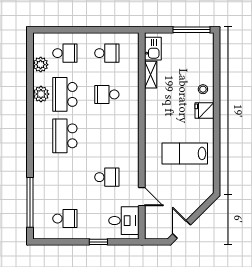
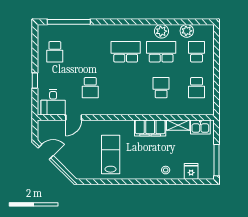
school desk: (65, 53) -> (197, 52), turned 180
filing cabinet: (154, 107) -> (150, 128), added
fridge: (205, 110) -> (191, 171), moved

